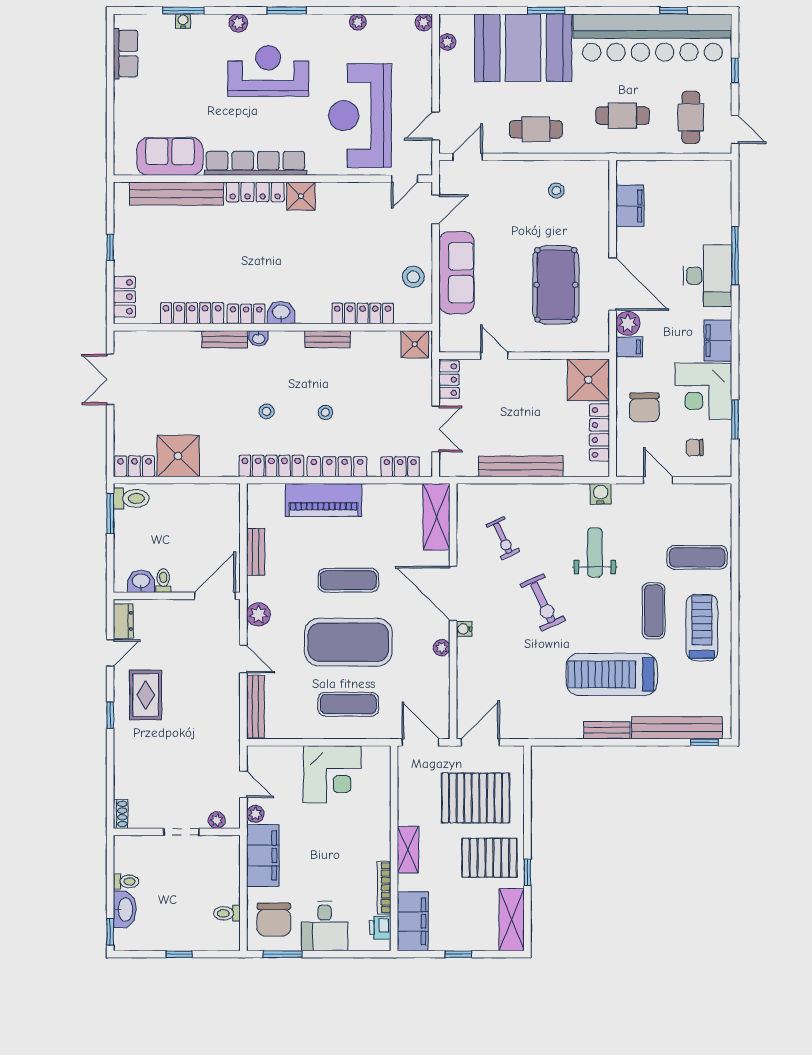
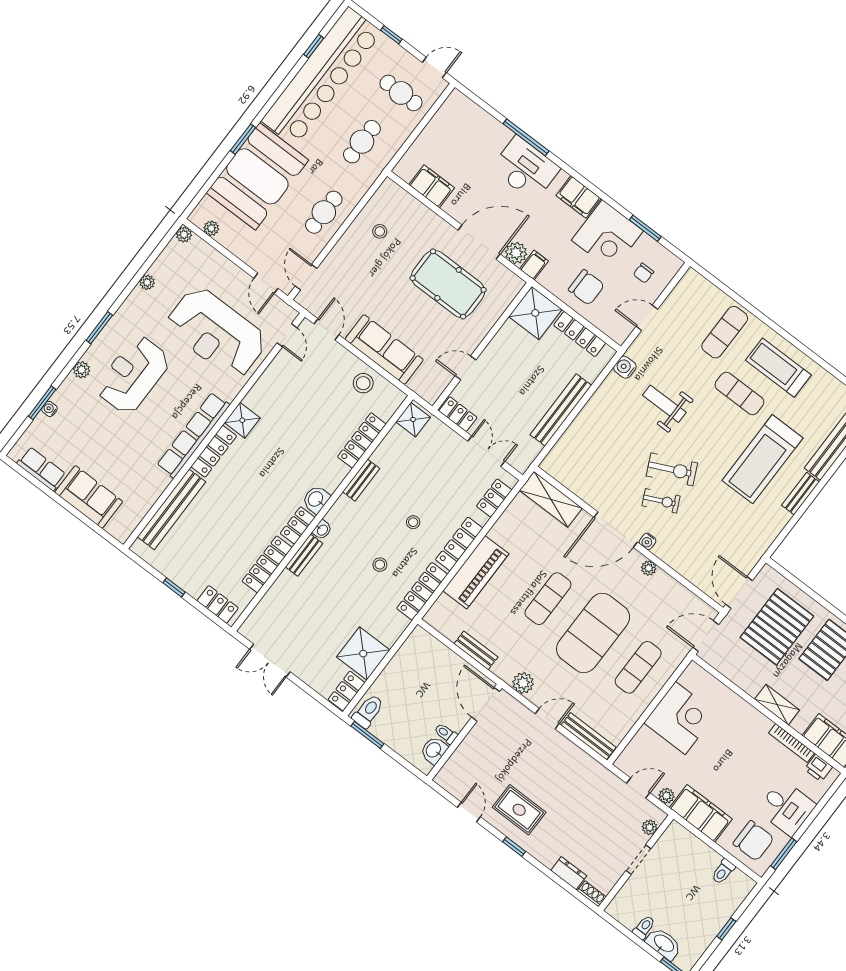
sofa: (170, 156) -> (89, 497), moved, turned 90
exercise bike: (503, 538) -> (661, 501), moved
dresser: (123, 621) -> (569, 873), moved

